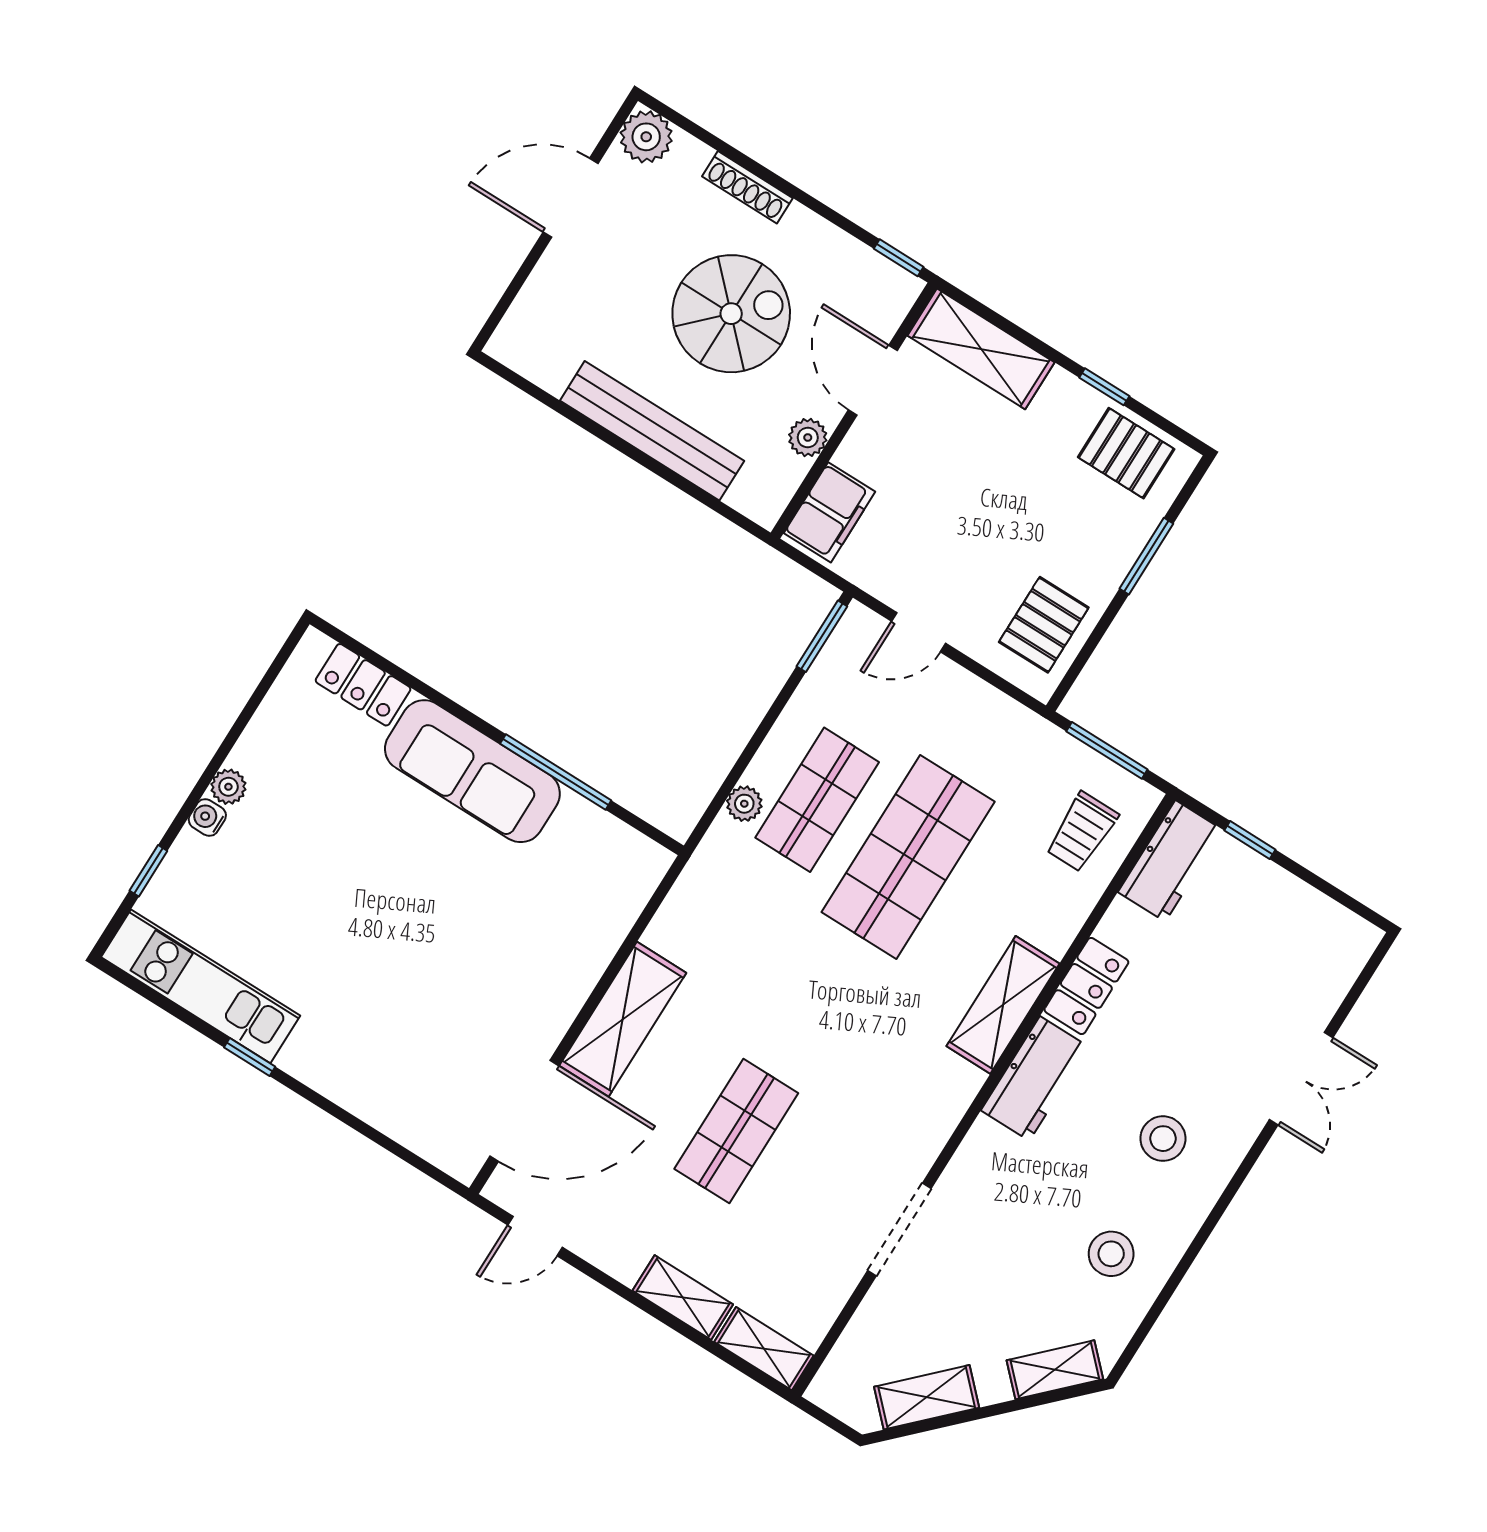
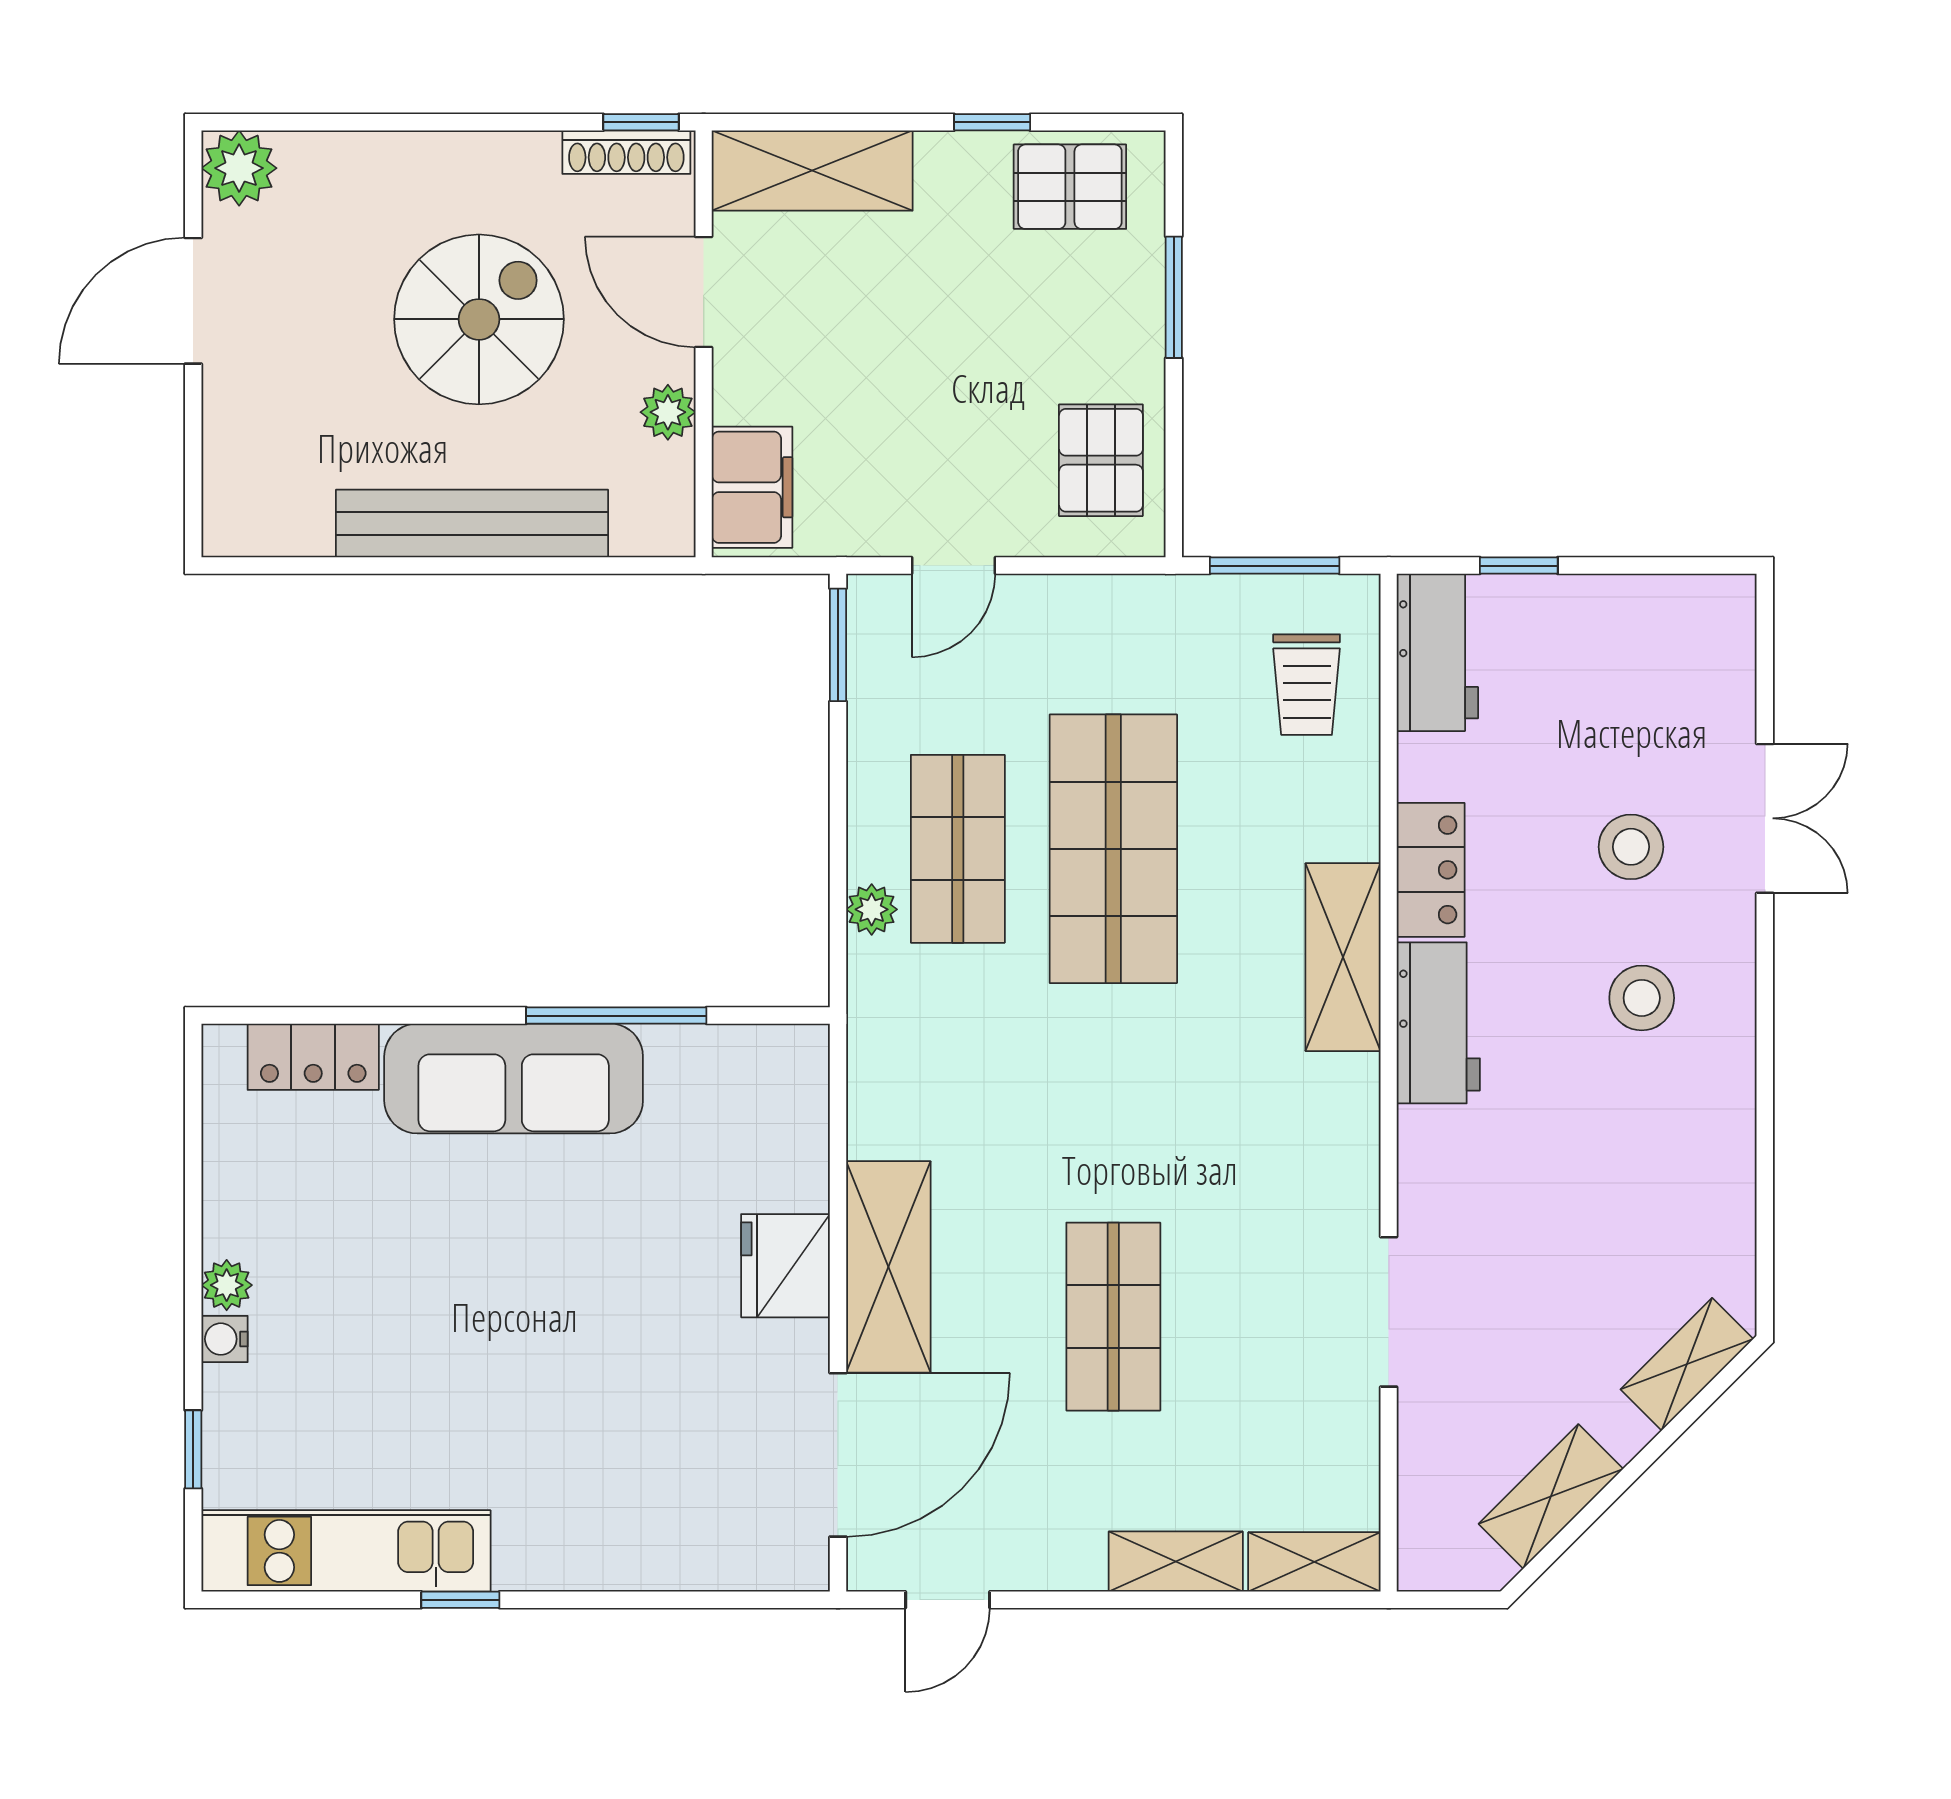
shoe rack: (747, 187) -> (626, 152), moved
fridge: (563, 981) -> (785, 1266), added
stool: (1111, 1254) -> (1631, 847), moved

